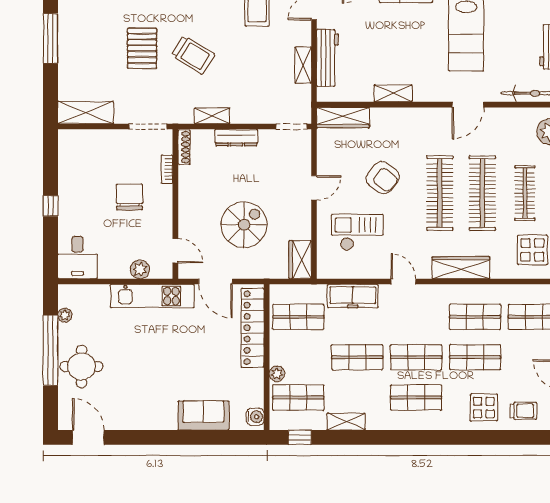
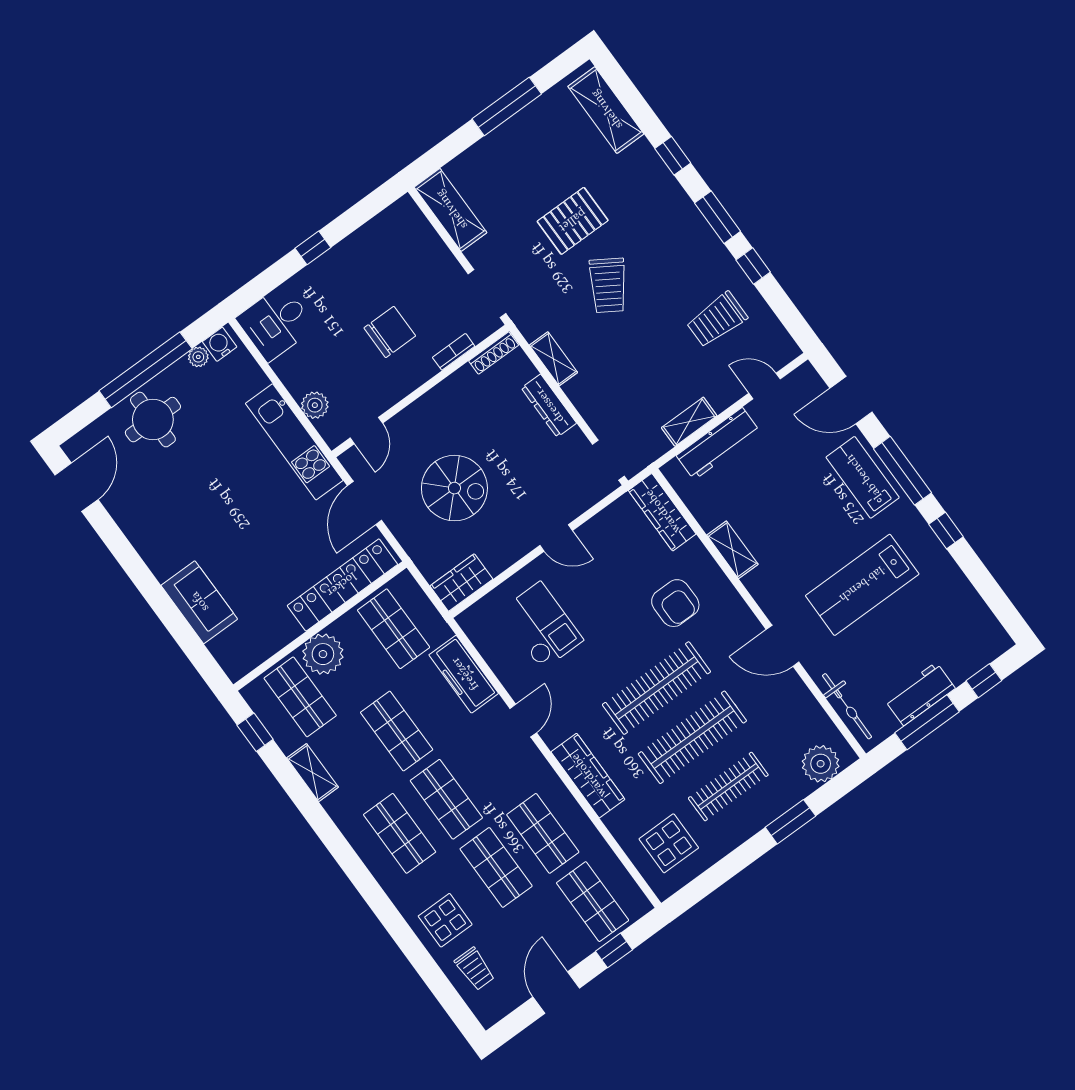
armchair: (383, 178) -> (675, 603), moved, turned -38
plant: (277, 374) -> (323, 654), width x1.87, depth x1.87
water cooler: (255, 417) -> (220, 344), moved, turned 180

